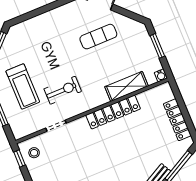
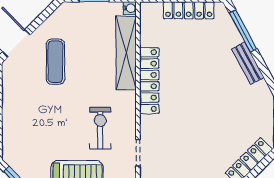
shelving: (127, 86) -> (126, 53), width x1.47

